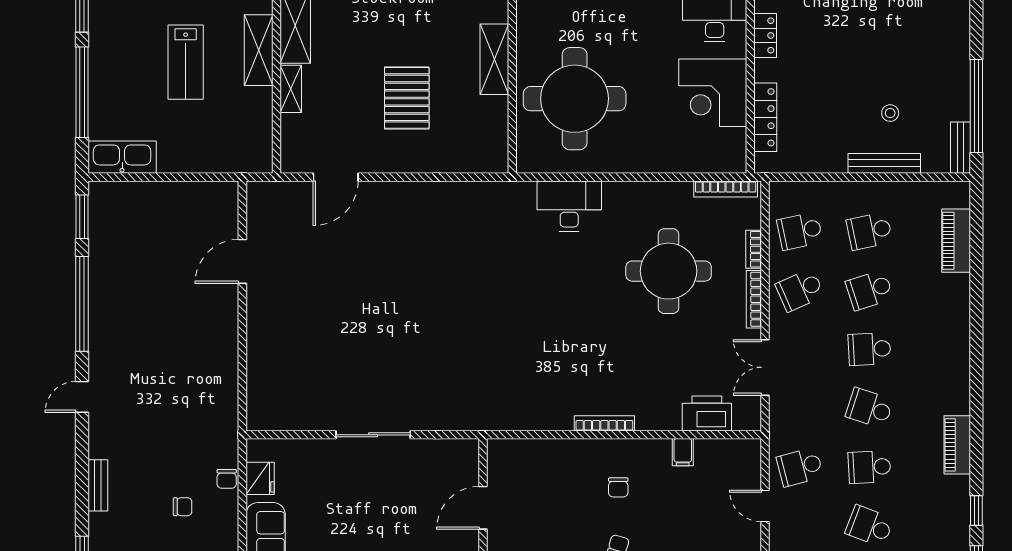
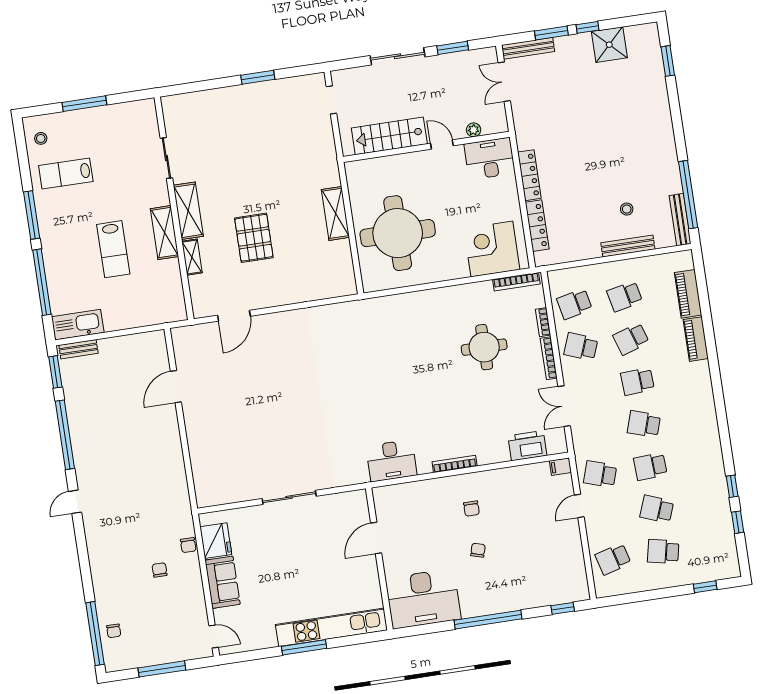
locker: (765, 35) -> (529, 175), width x1.53
corner desk: (713, 93) -> (492, 249), moved, turned 90
pallet: (407, 98) -> (254, 238), moved
bench: (960, 148) -> (680, 220), width x1.36
desk: (569, 206) -> (391, 461), moved, turned 180
round table: (669, 271) -> (484, 347), width x0.73, depth x0.73
school desk: (800, 290) -> (581, 347), turned 45
piano: (957, 445) -> (696, 339), moved
filing cabinet: (683, 452) -> (560, 467), moved, turned 90
school desk: (800, 467) -> (600, 474), turned 33
fridge: (260, 478) -> (216, 541), width x1.36, depth x1.34
bench: (98, 485) -> (78, 349), moved, turned 90
door: (765, 506) -> (579, 506), hinge flipped
chair: (183, 507) -> (160, 570), turned -90

